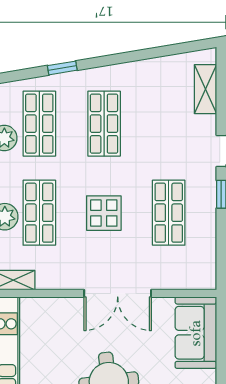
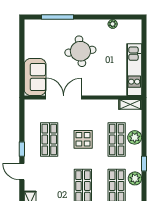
double door: (118, 293) -> (64, 97), moved

